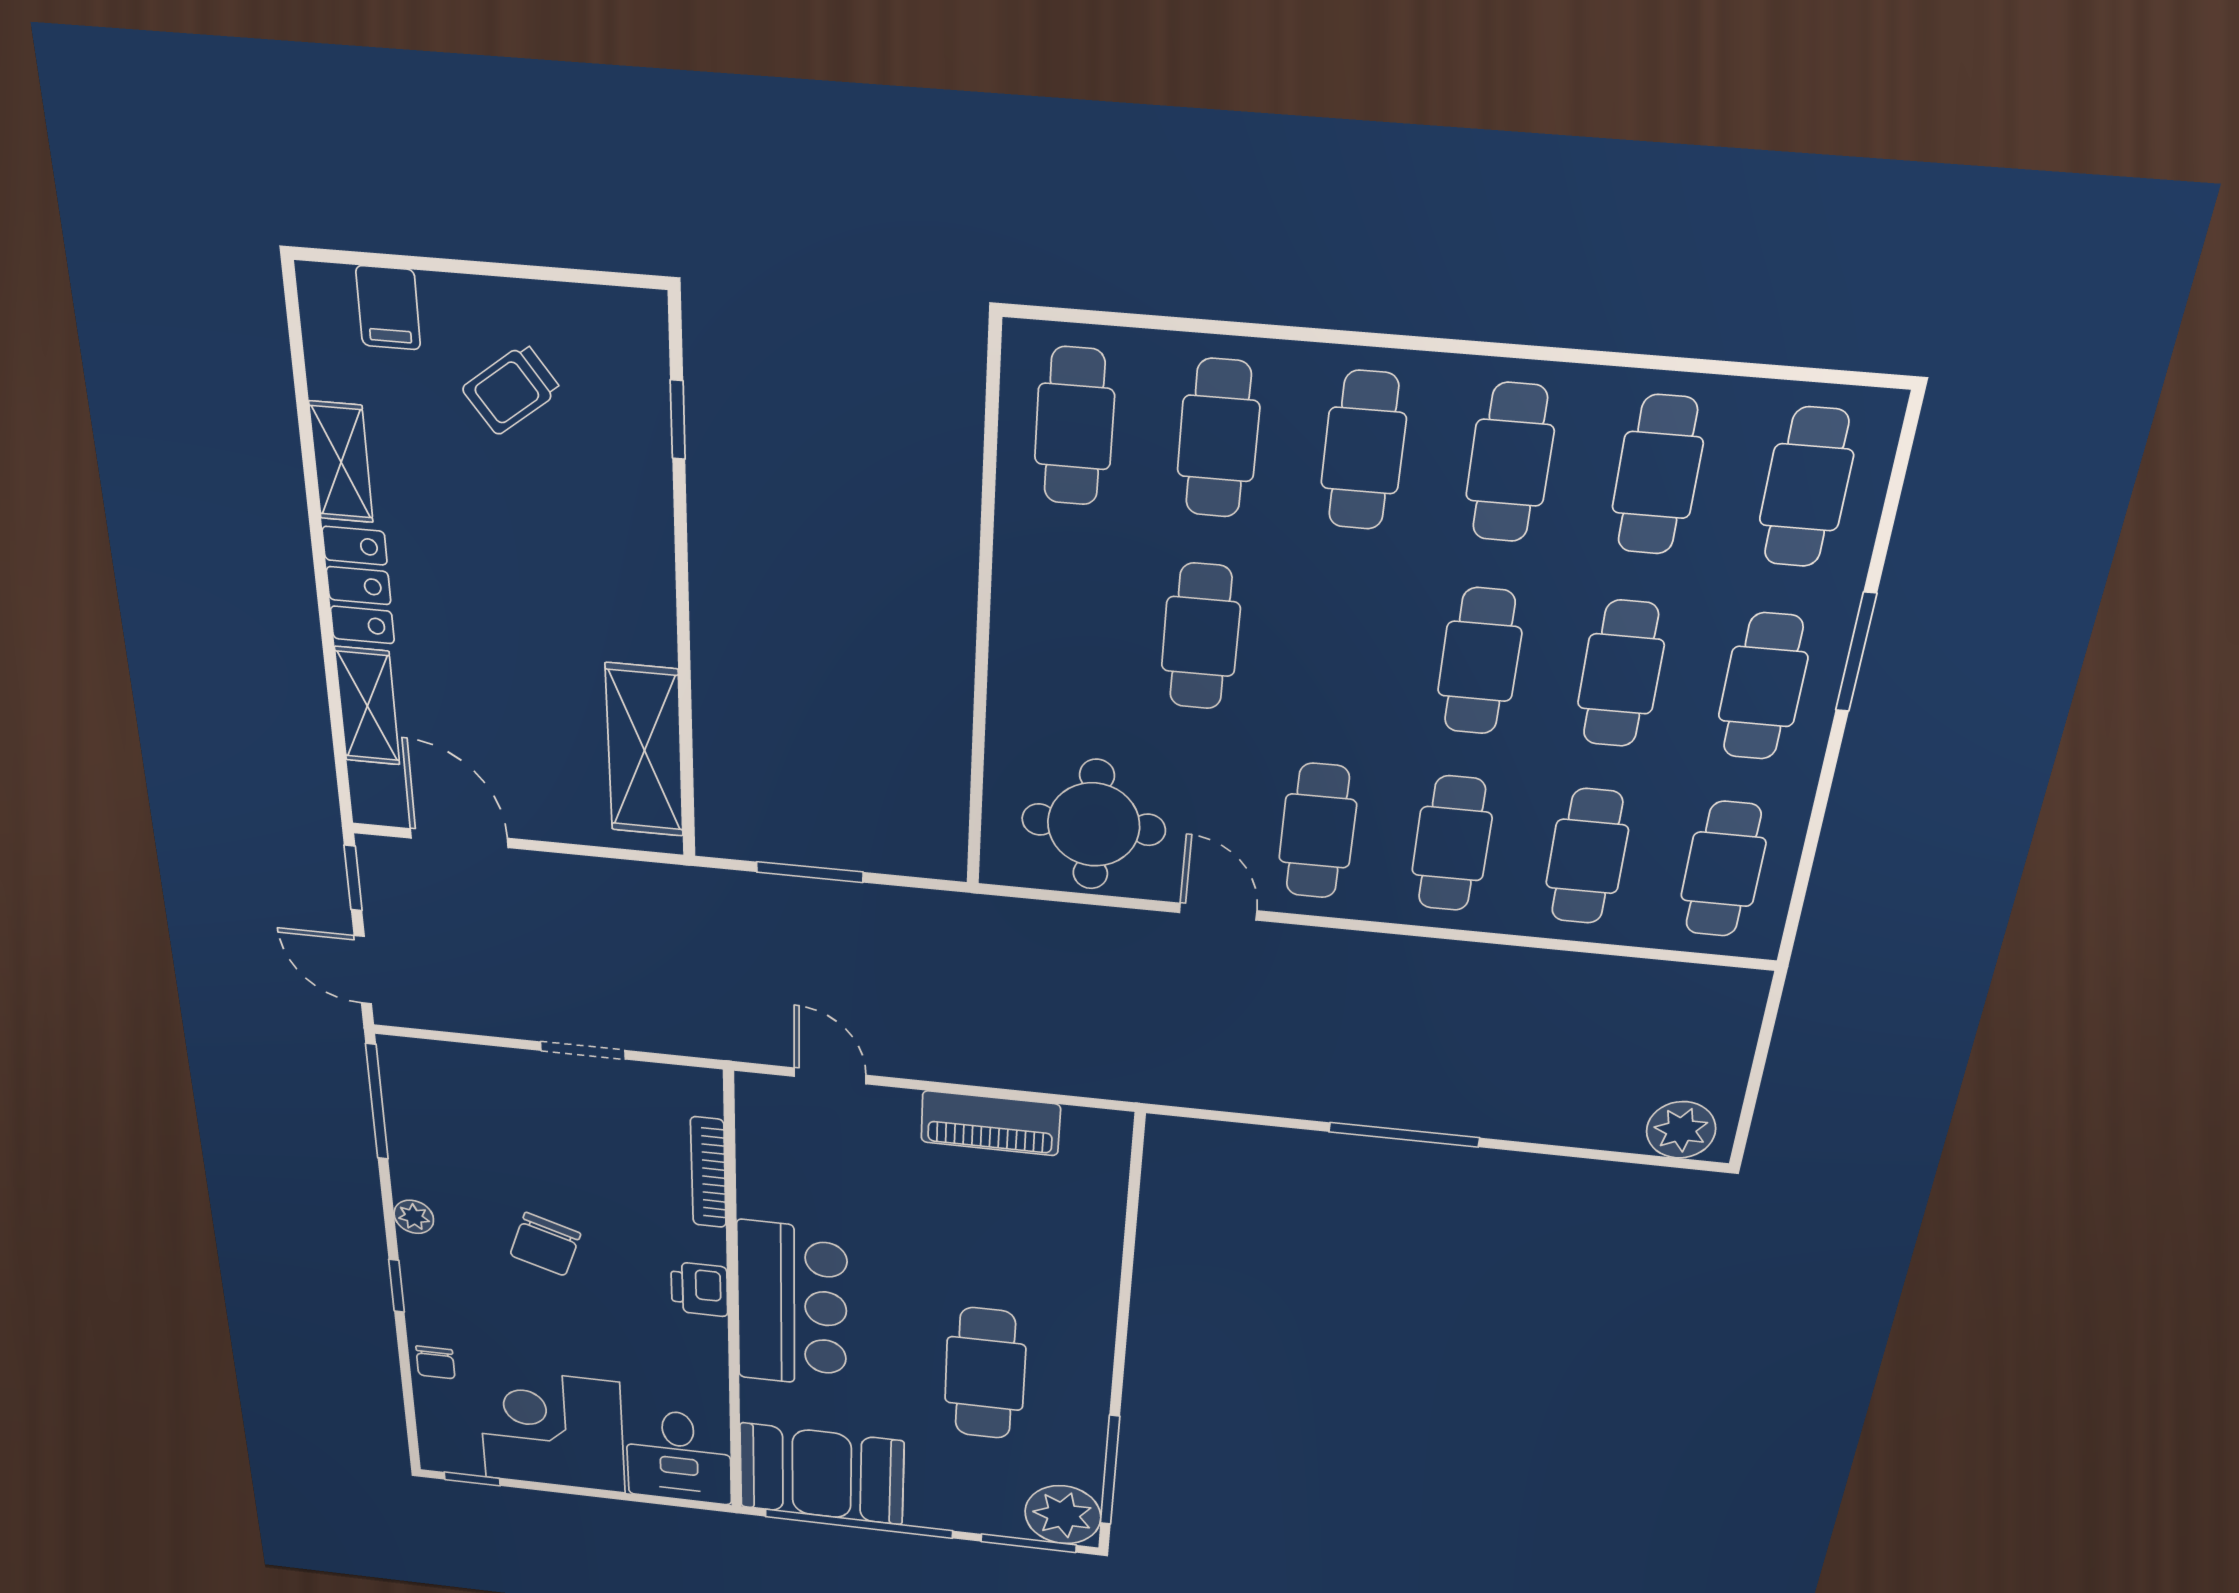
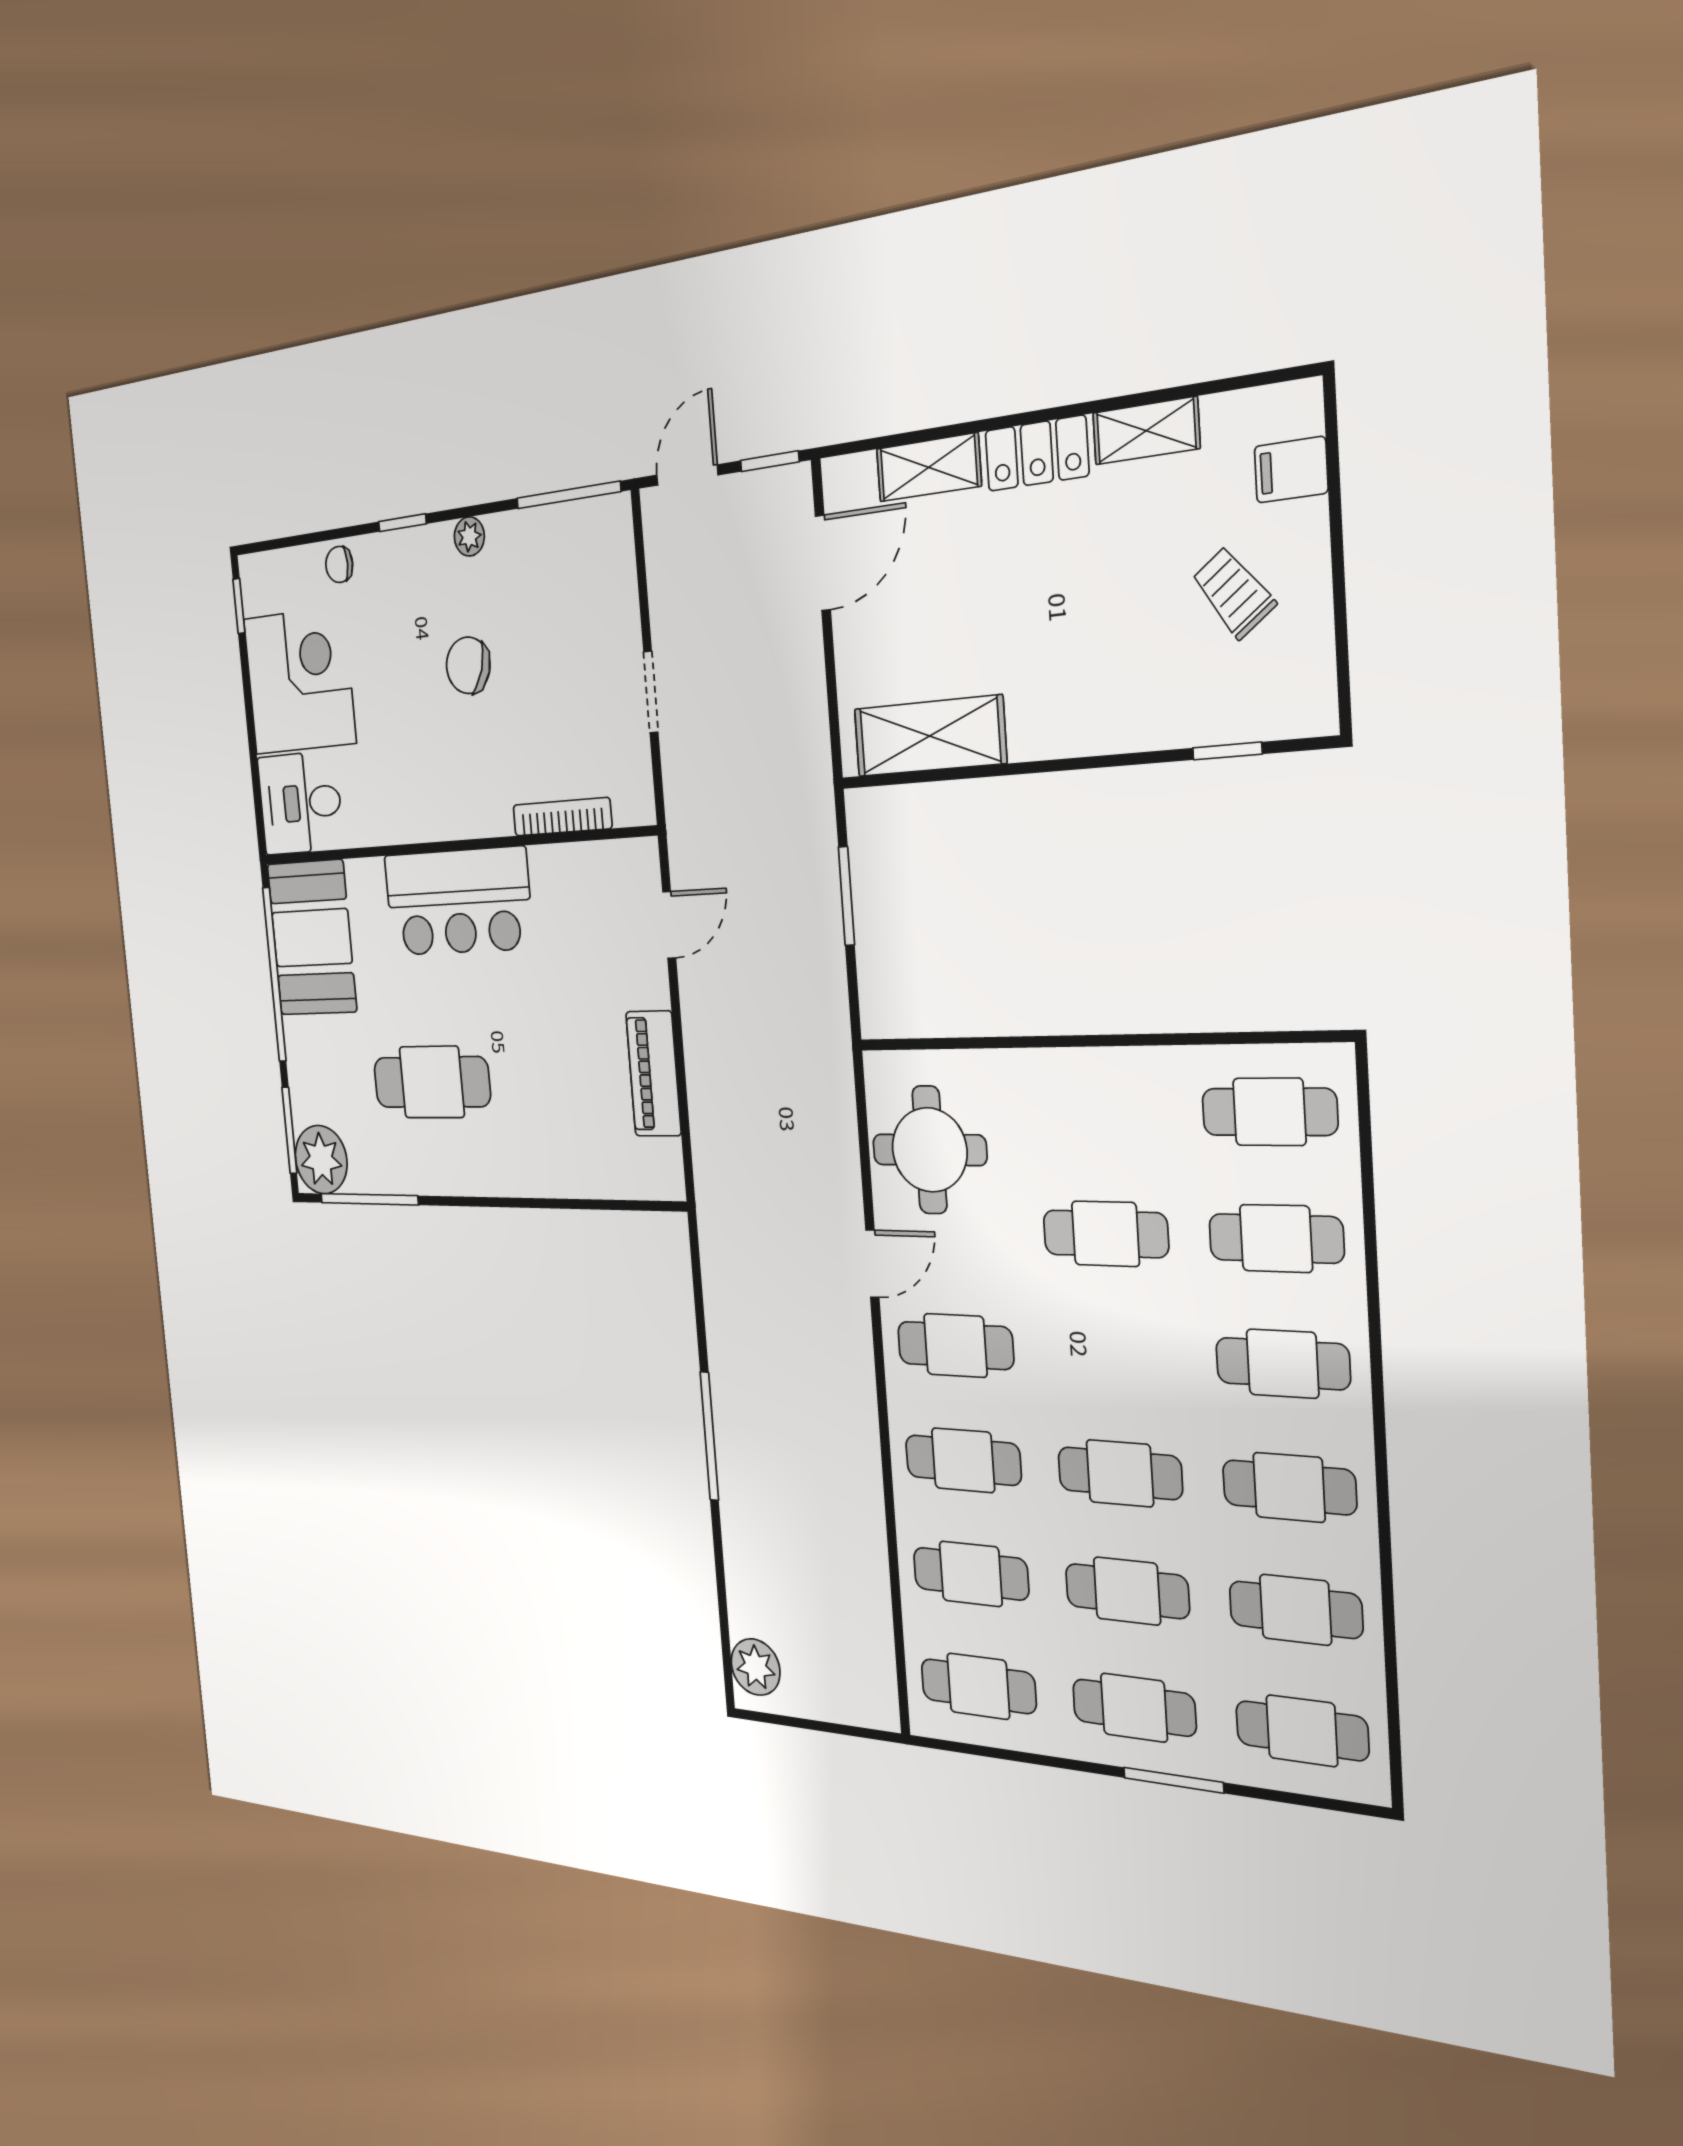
printer: (699, 1289) -> (456, 814), removed

